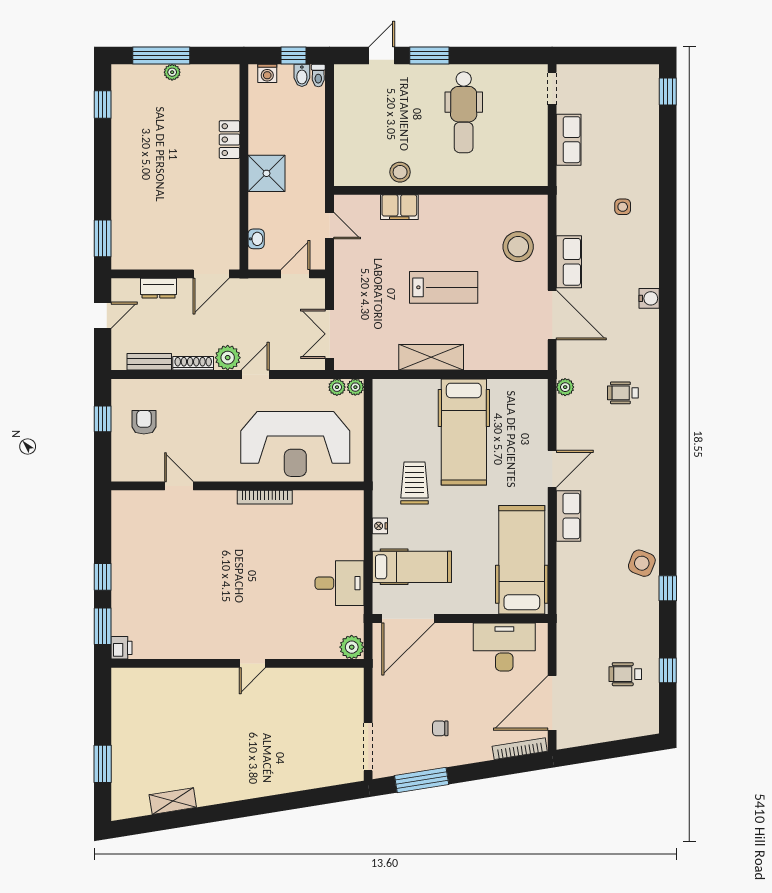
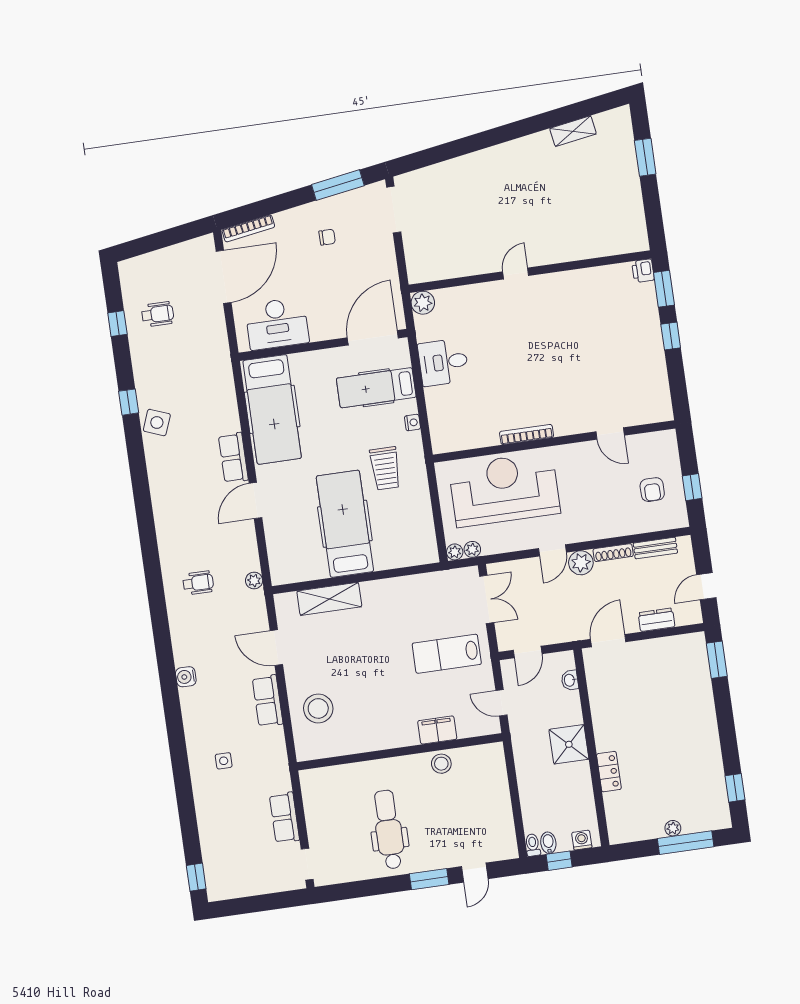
lab bench: (444, 287) -> (447, 654), moved
door: (552, 315) -> (276, 648), width x0.73
shelving: (431, 357) -> (329, 599), moved

